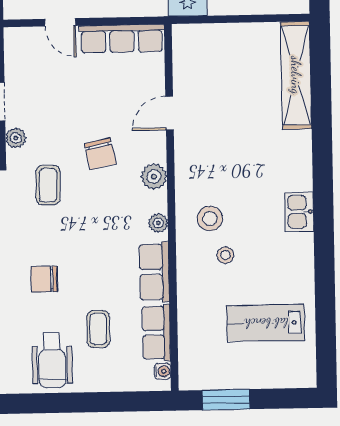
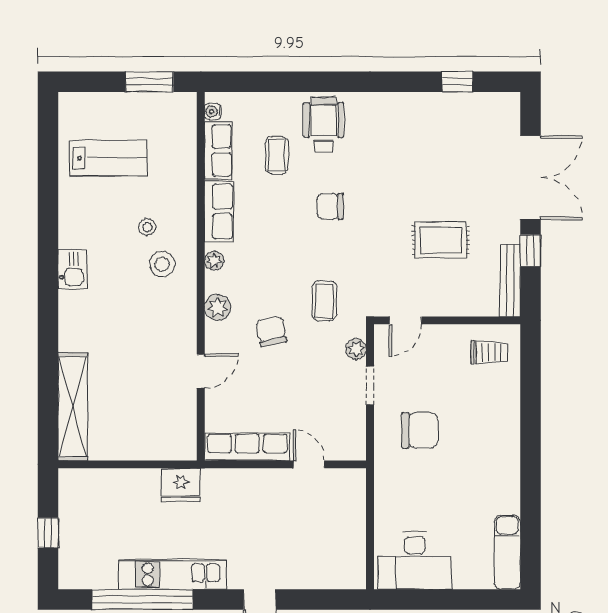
chair: (44, 279) -> (330, 206), turned 180

